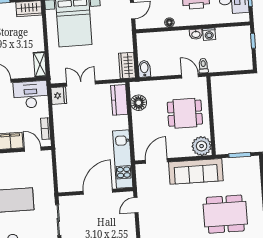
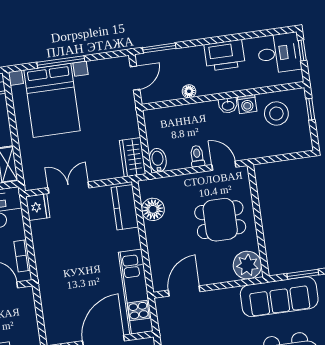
stool: (229, 42) -> (276, 114), added
toilet: (203, 66) -> (197, 156), moved
sofa: (196, 171) -> (279, 297), moved

